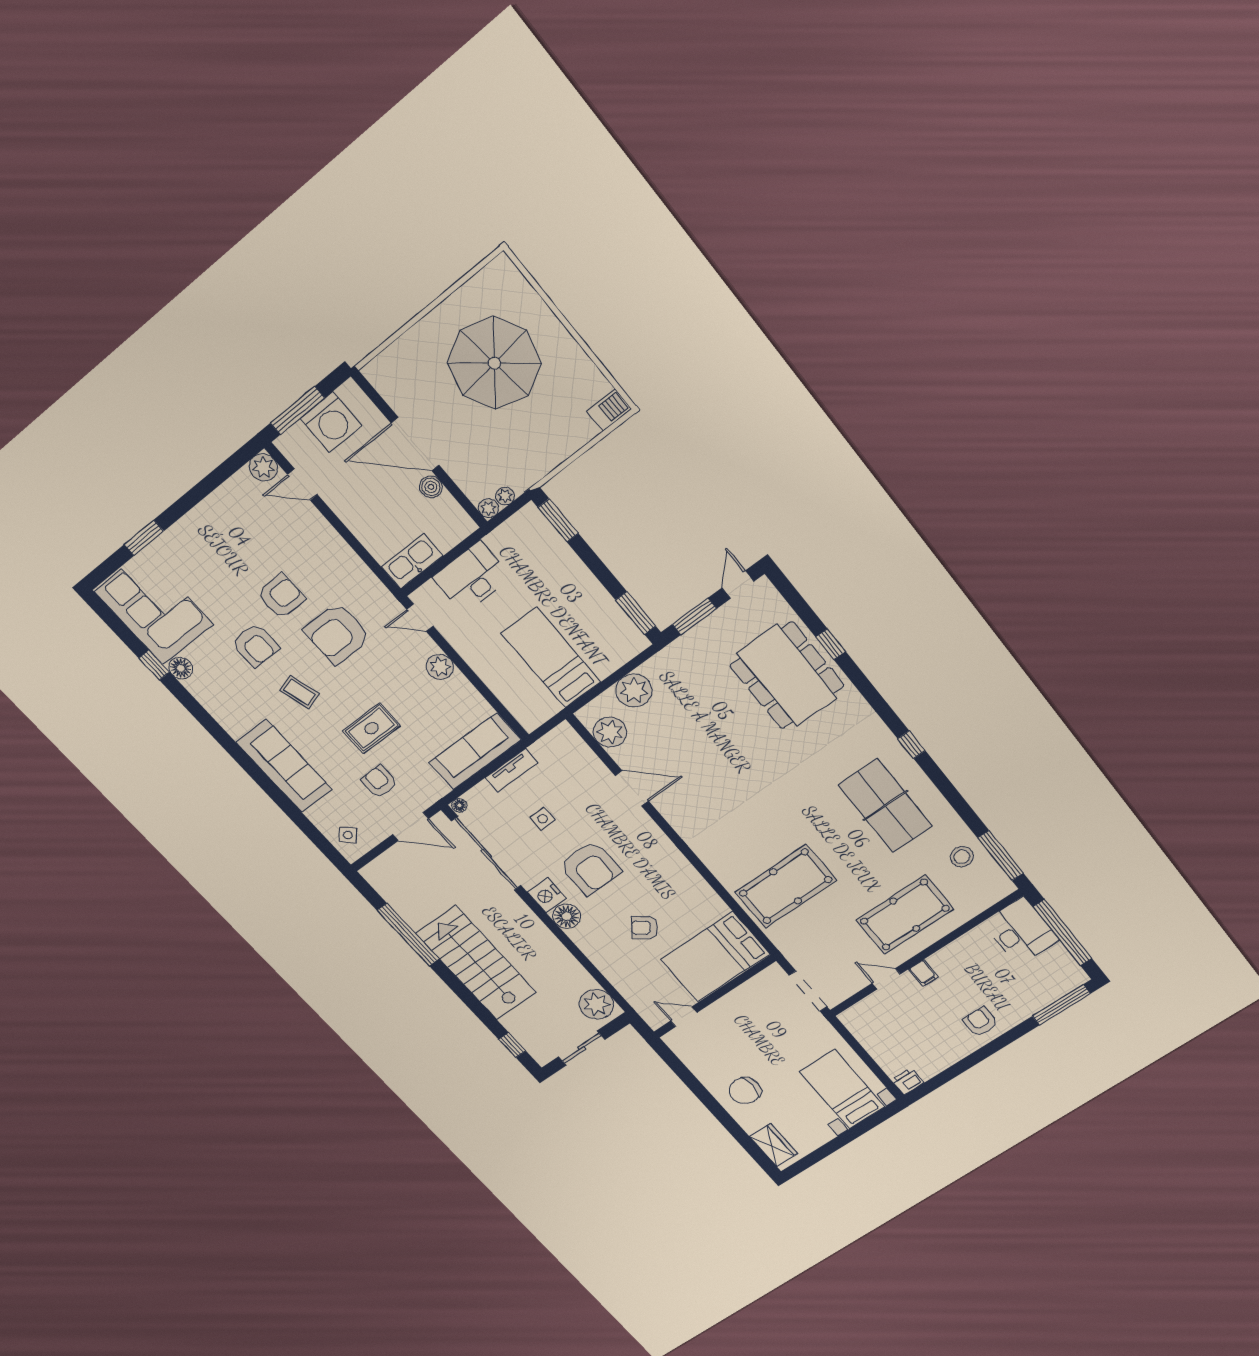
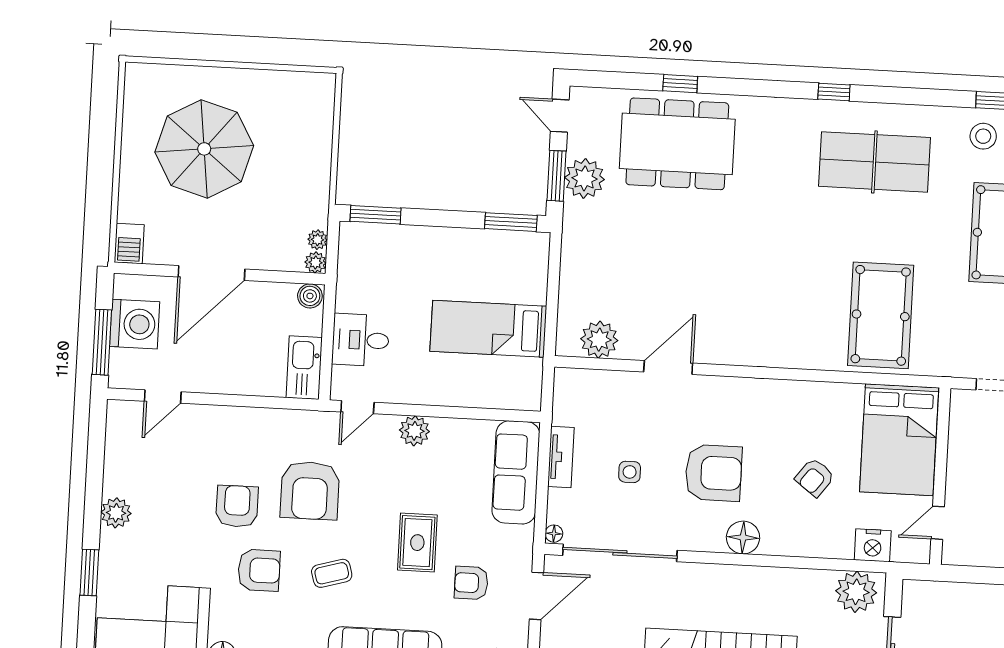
barbecue: (609, 410) -> (129, 243), moved, turned 180
plant: (263, 467) -> (116, 513), moved
boiler: (431, 487) -> (310, 296), moved
desk: (472, 577) -> (361, 340), width x0.73
plant: (634, 690) -> (585, 178), moved
nightstand: (547, 895) -> (873, 545), moved

